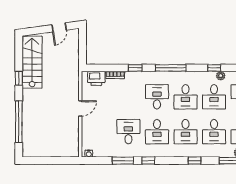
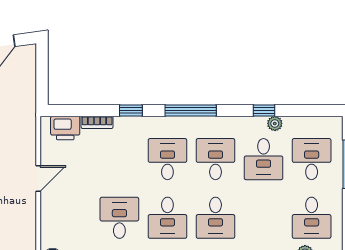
desk: (185, 97) -> (216, 159), turned 180
desk: (214, 132) -> (264, 218), removed

